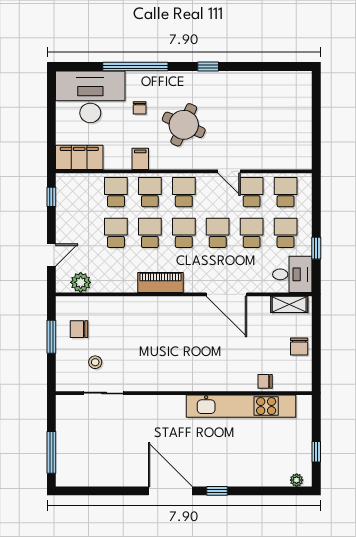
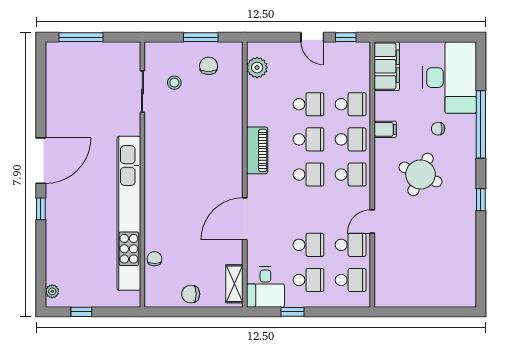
school desk: (218, 233) -> (308, 210), removed
door: (51, 255) -> (312, 37), moved
kitchen unit: (241, 406) -> (129, 213), width x1.36

